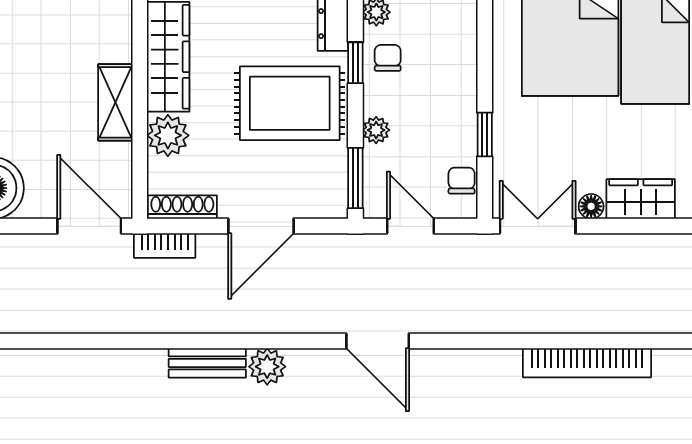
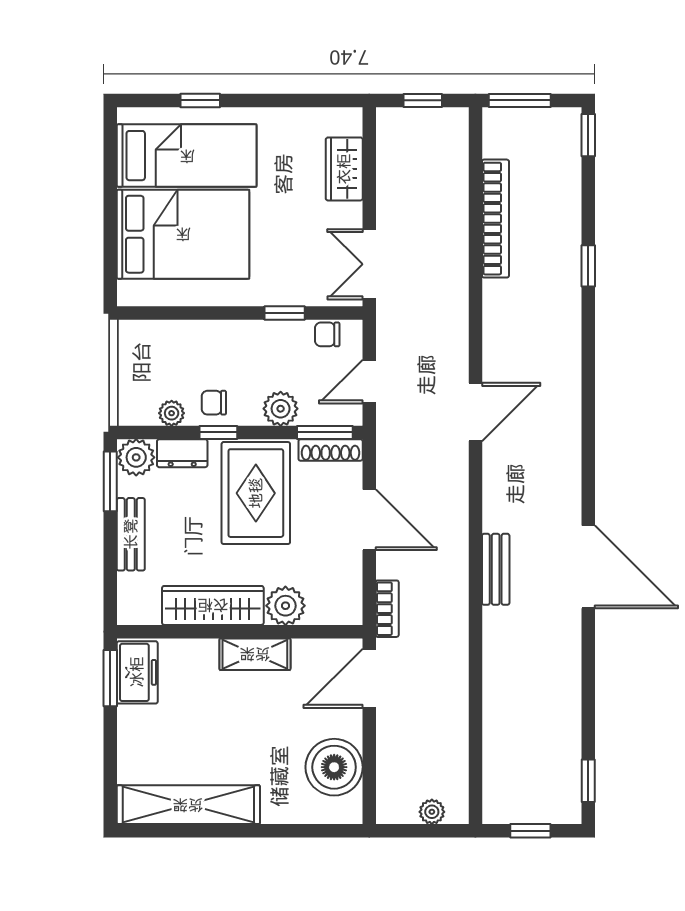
plant: (376, 130) -> (281, 409), width x1.38, depth x1.38
floor lamp: (591, 206) -> (351, 215), removed
shoe rack: (182, 207) -> (331, 450), moved, turned -90
plant: (267, 367) -> (499, 514), removed

